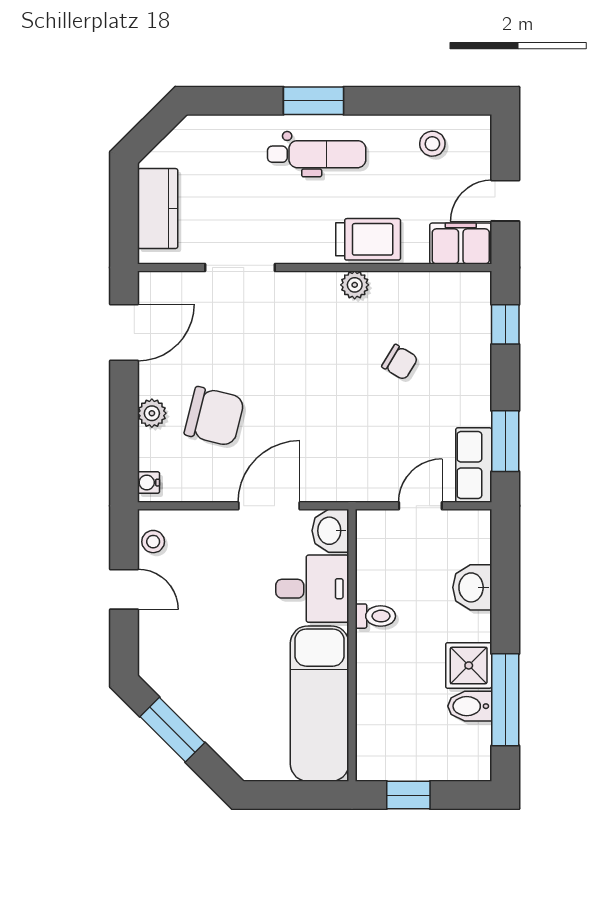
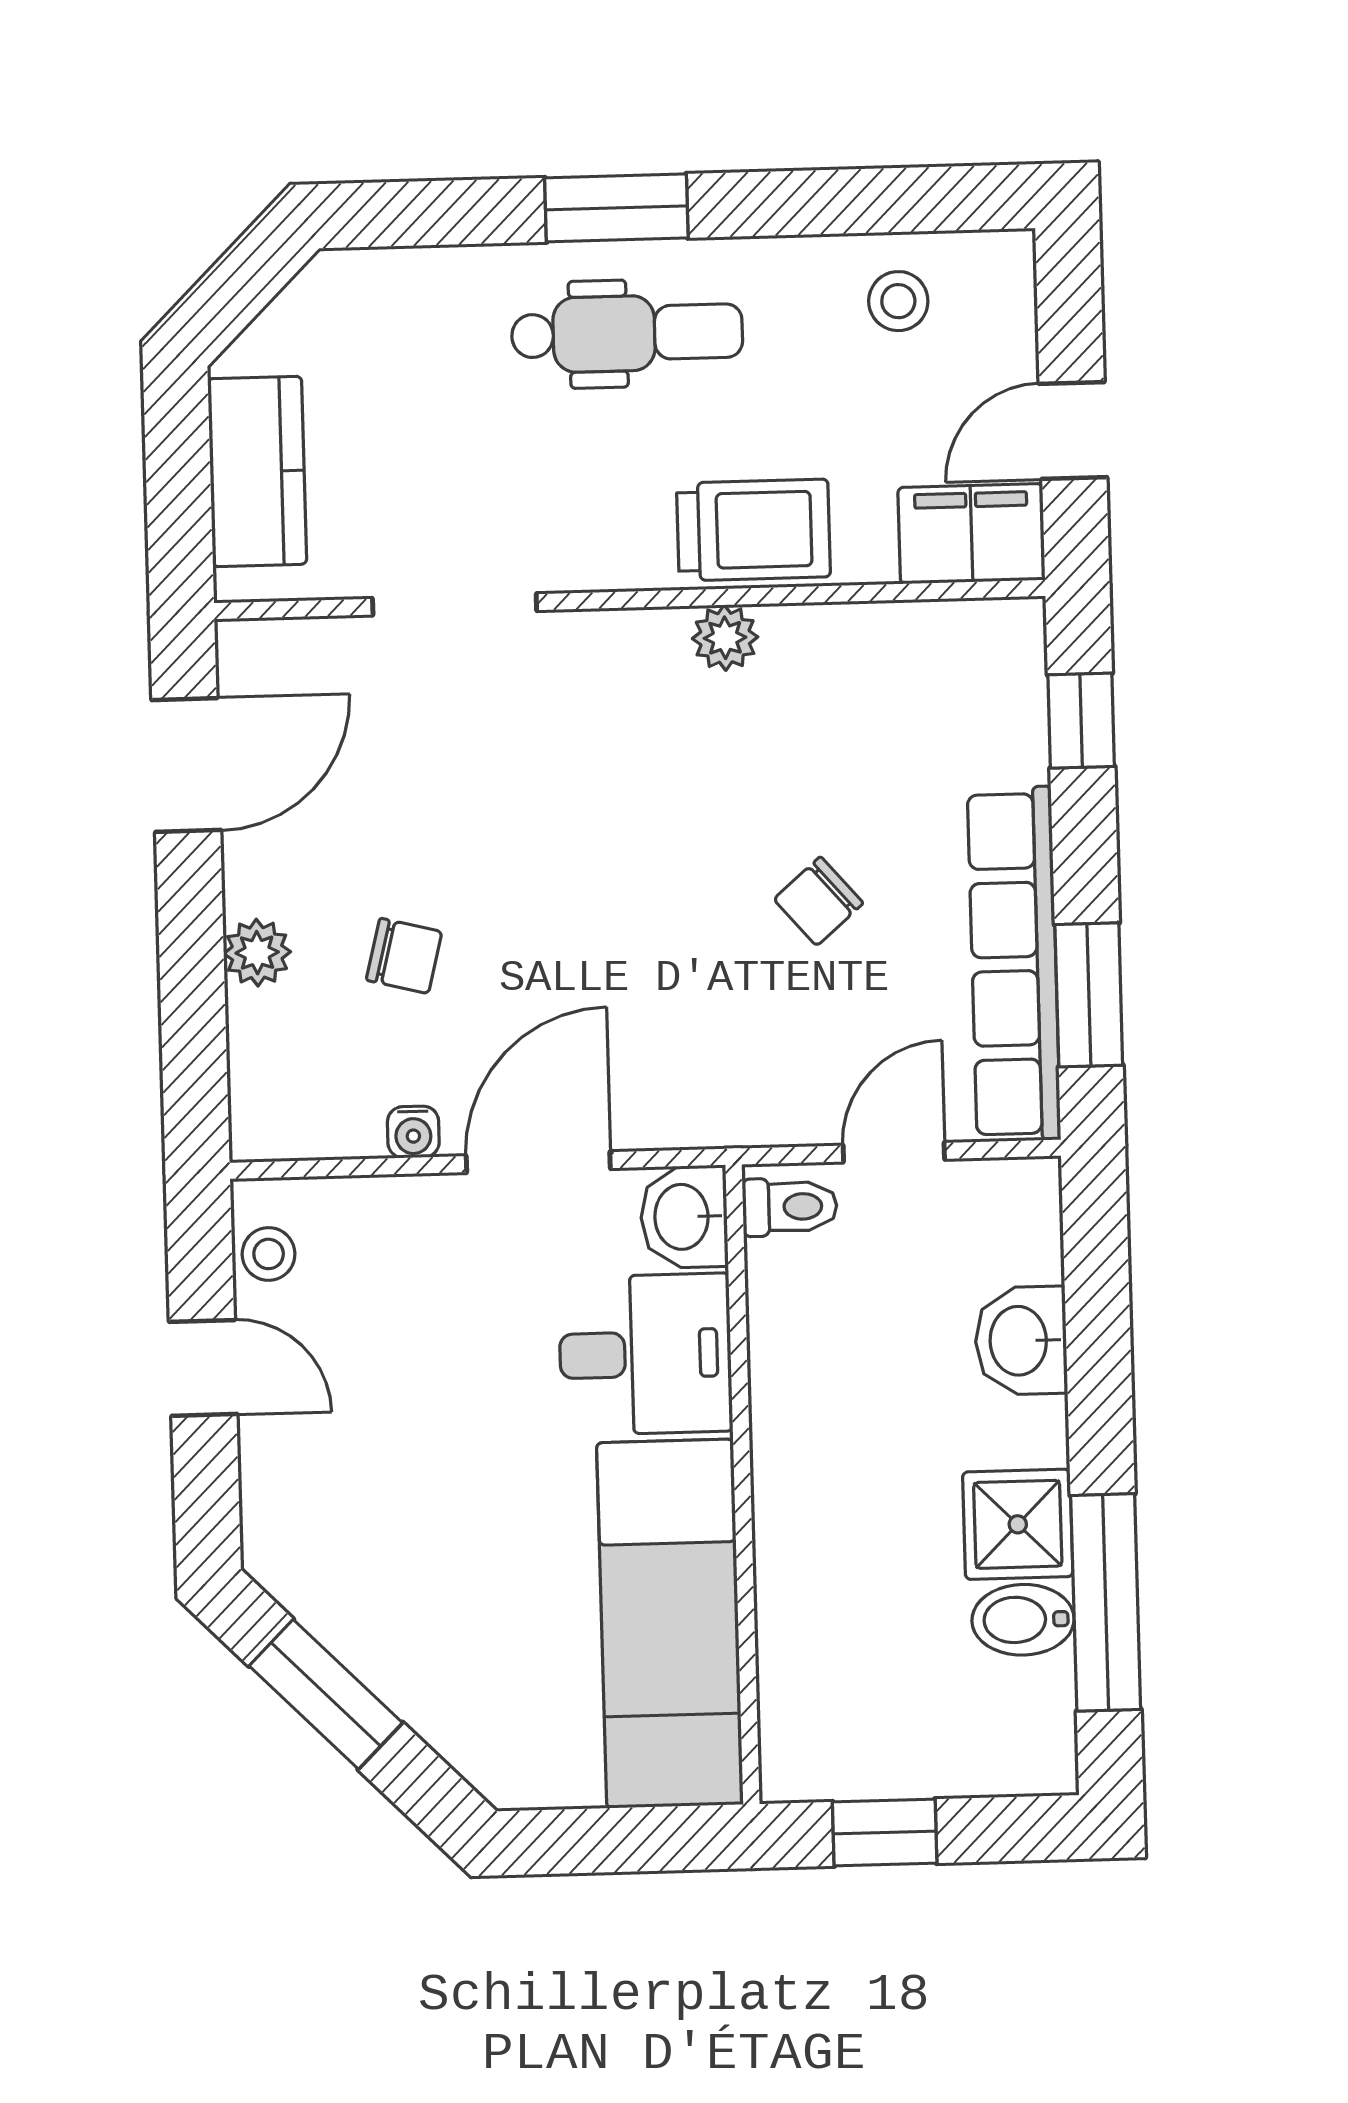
chair: (400, 362) -> (818, 901), moved, turned 108
chair: (214, 416) -> (404, 956), width x0.54, depth x0.54
row of seats: (474, 465) -> (1014, 964), width x2.02
water cooler: (148, 483) -> (413, 1132), moved, turned -90
toilet: (375, 616) -> (790, 1207), moved

